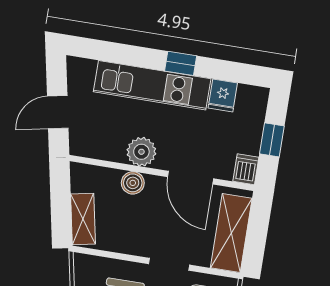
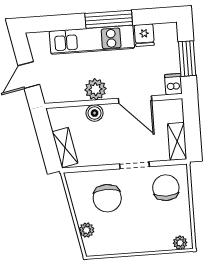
window: (181, 63) -> (109, 19), width x2.17
window: (272, 140) -> (187, 59), width x1.50
shelving: (231, 233) -> (177, 141), width x0.67, depth x0.75

